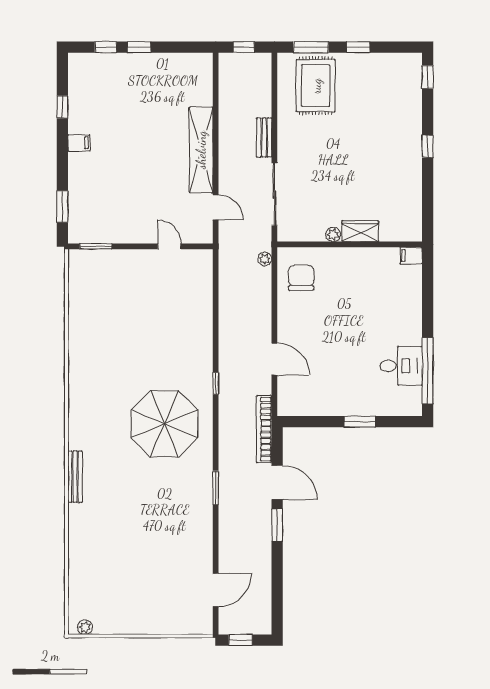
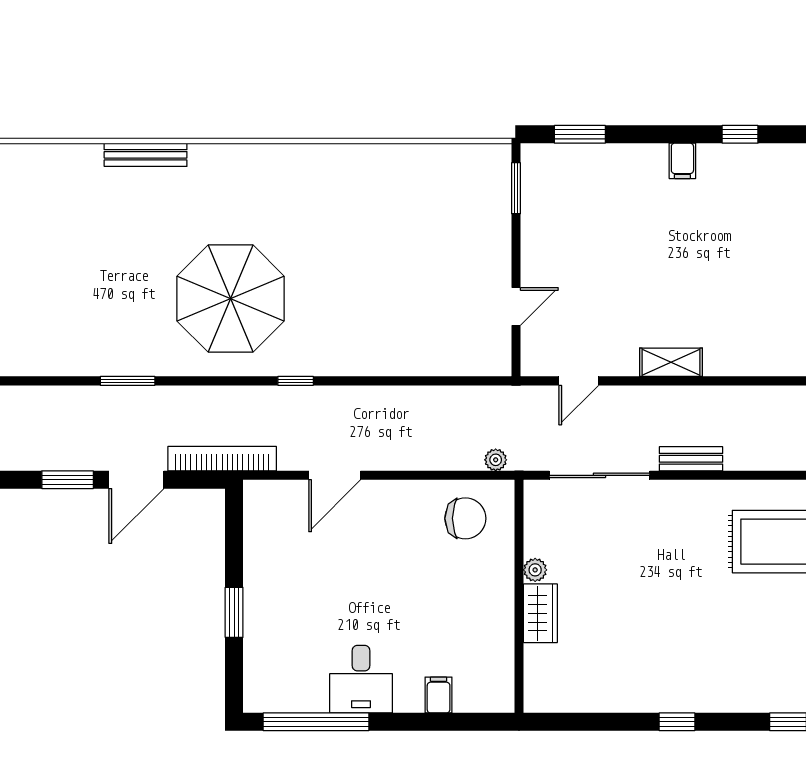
shelving: (201, 150) -> (671, 362), width x0.45, depth x0.75
filing cabinet: (411, 256) -> (439, 695), moved
desk: (401, 366) -> (361, 679), moved

